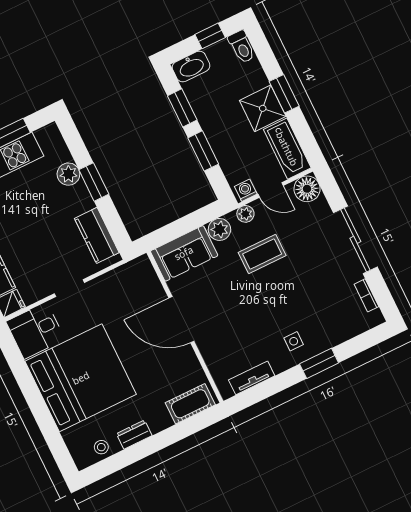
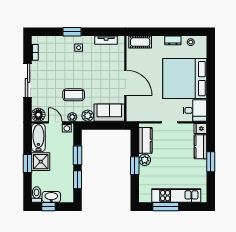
washbasin: (191, 66) -> (51, 197), moved
plant: (68, 174) -> (145, 160), moved

